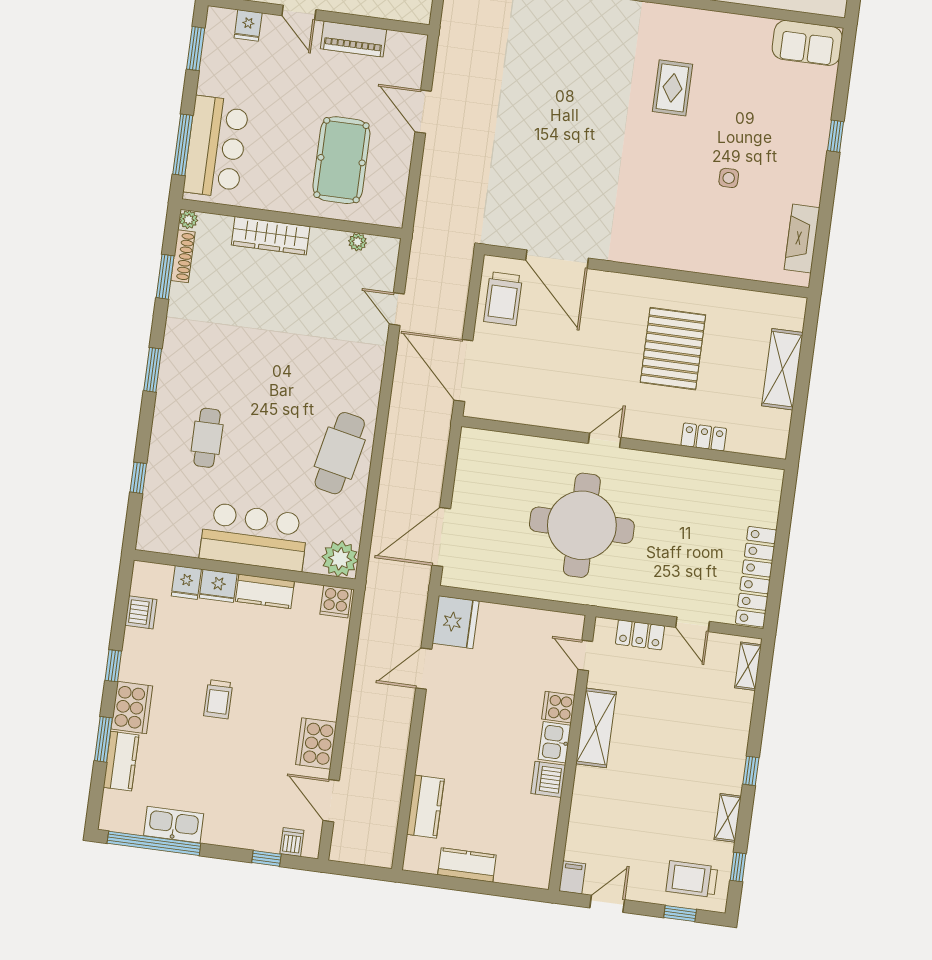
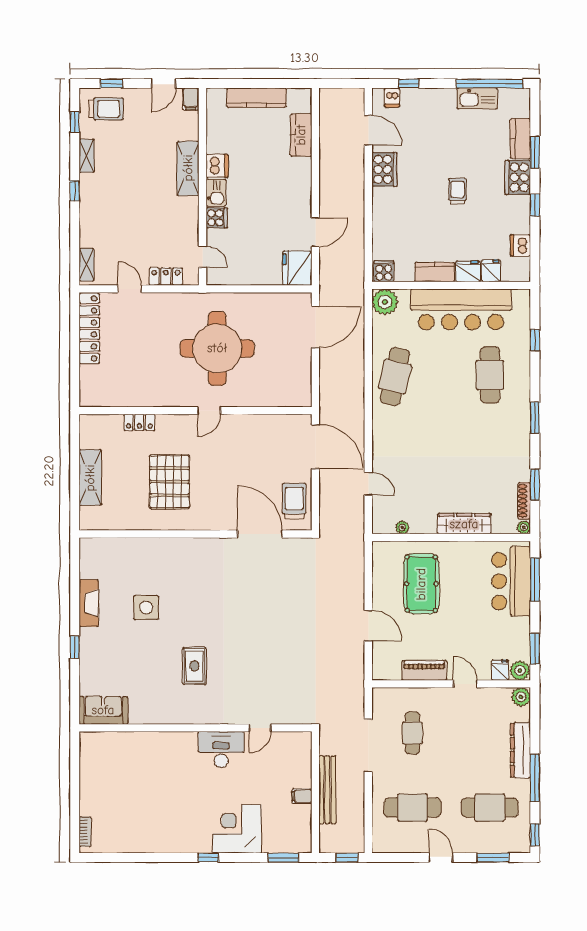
plant: (221, 21) -> (520, 671), added
side table: (729, 178) -> (146, 608), width x1.87, depth x1.87
fireplace: (802, 239) -> (89, 603), moved
cafe table: (207, 438) -> (490, 375), width x1.37, depth x1.35
bar counter: (254, 537) -> (461, 309), width x1.36
shelving: (596, 728) -> (188, 168), moved
kitchen counter: (467, 865) -> (256, 98), width x1.50

